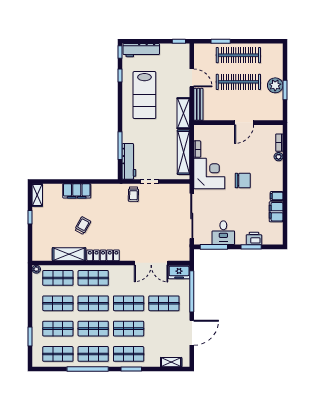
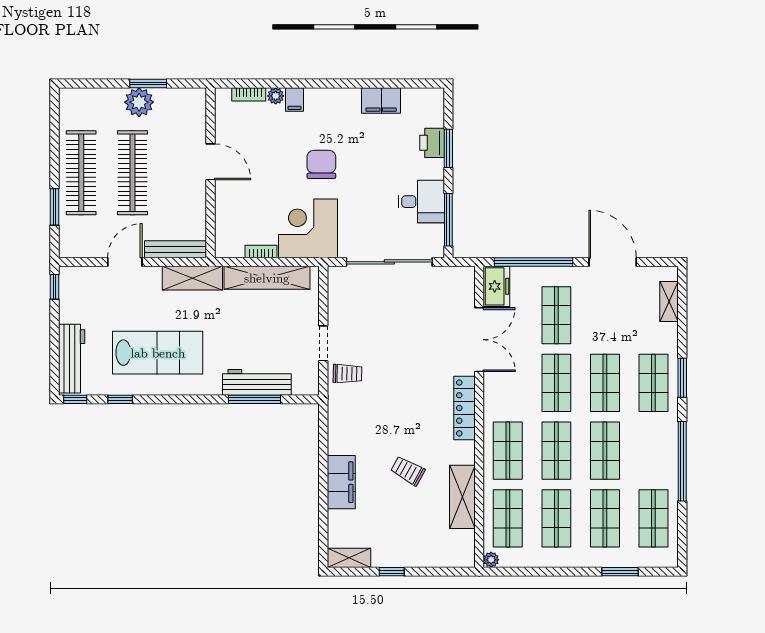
workbench: (129, 161) -> (257, 382), moved
filing cabinet: (277, 196) -> (294, 100), moved
locker: (103, 255) -> (464, 408), moved
shop shelf: (93, 354) -> (653, 451), removed

